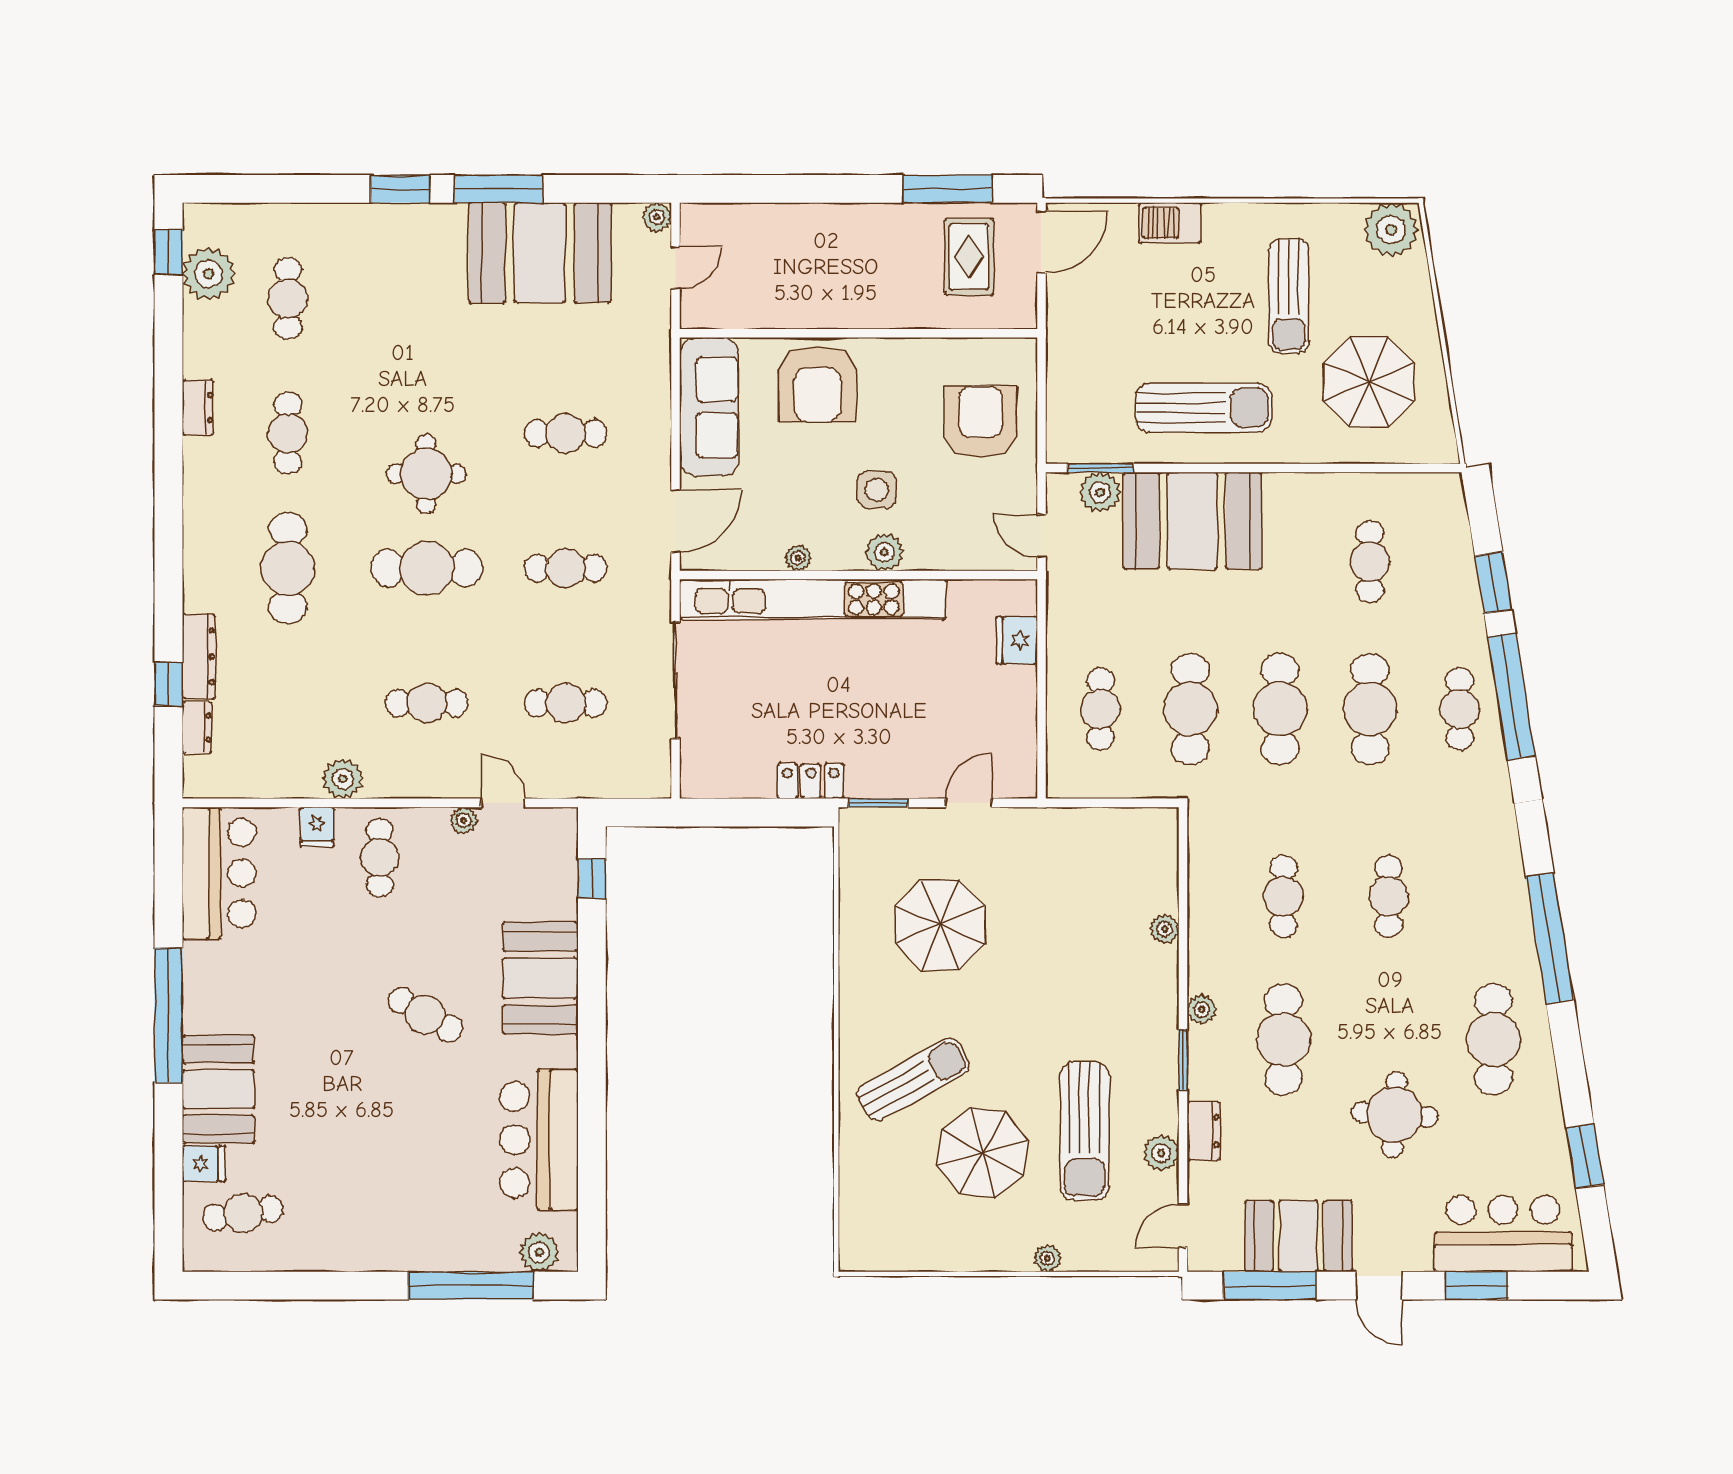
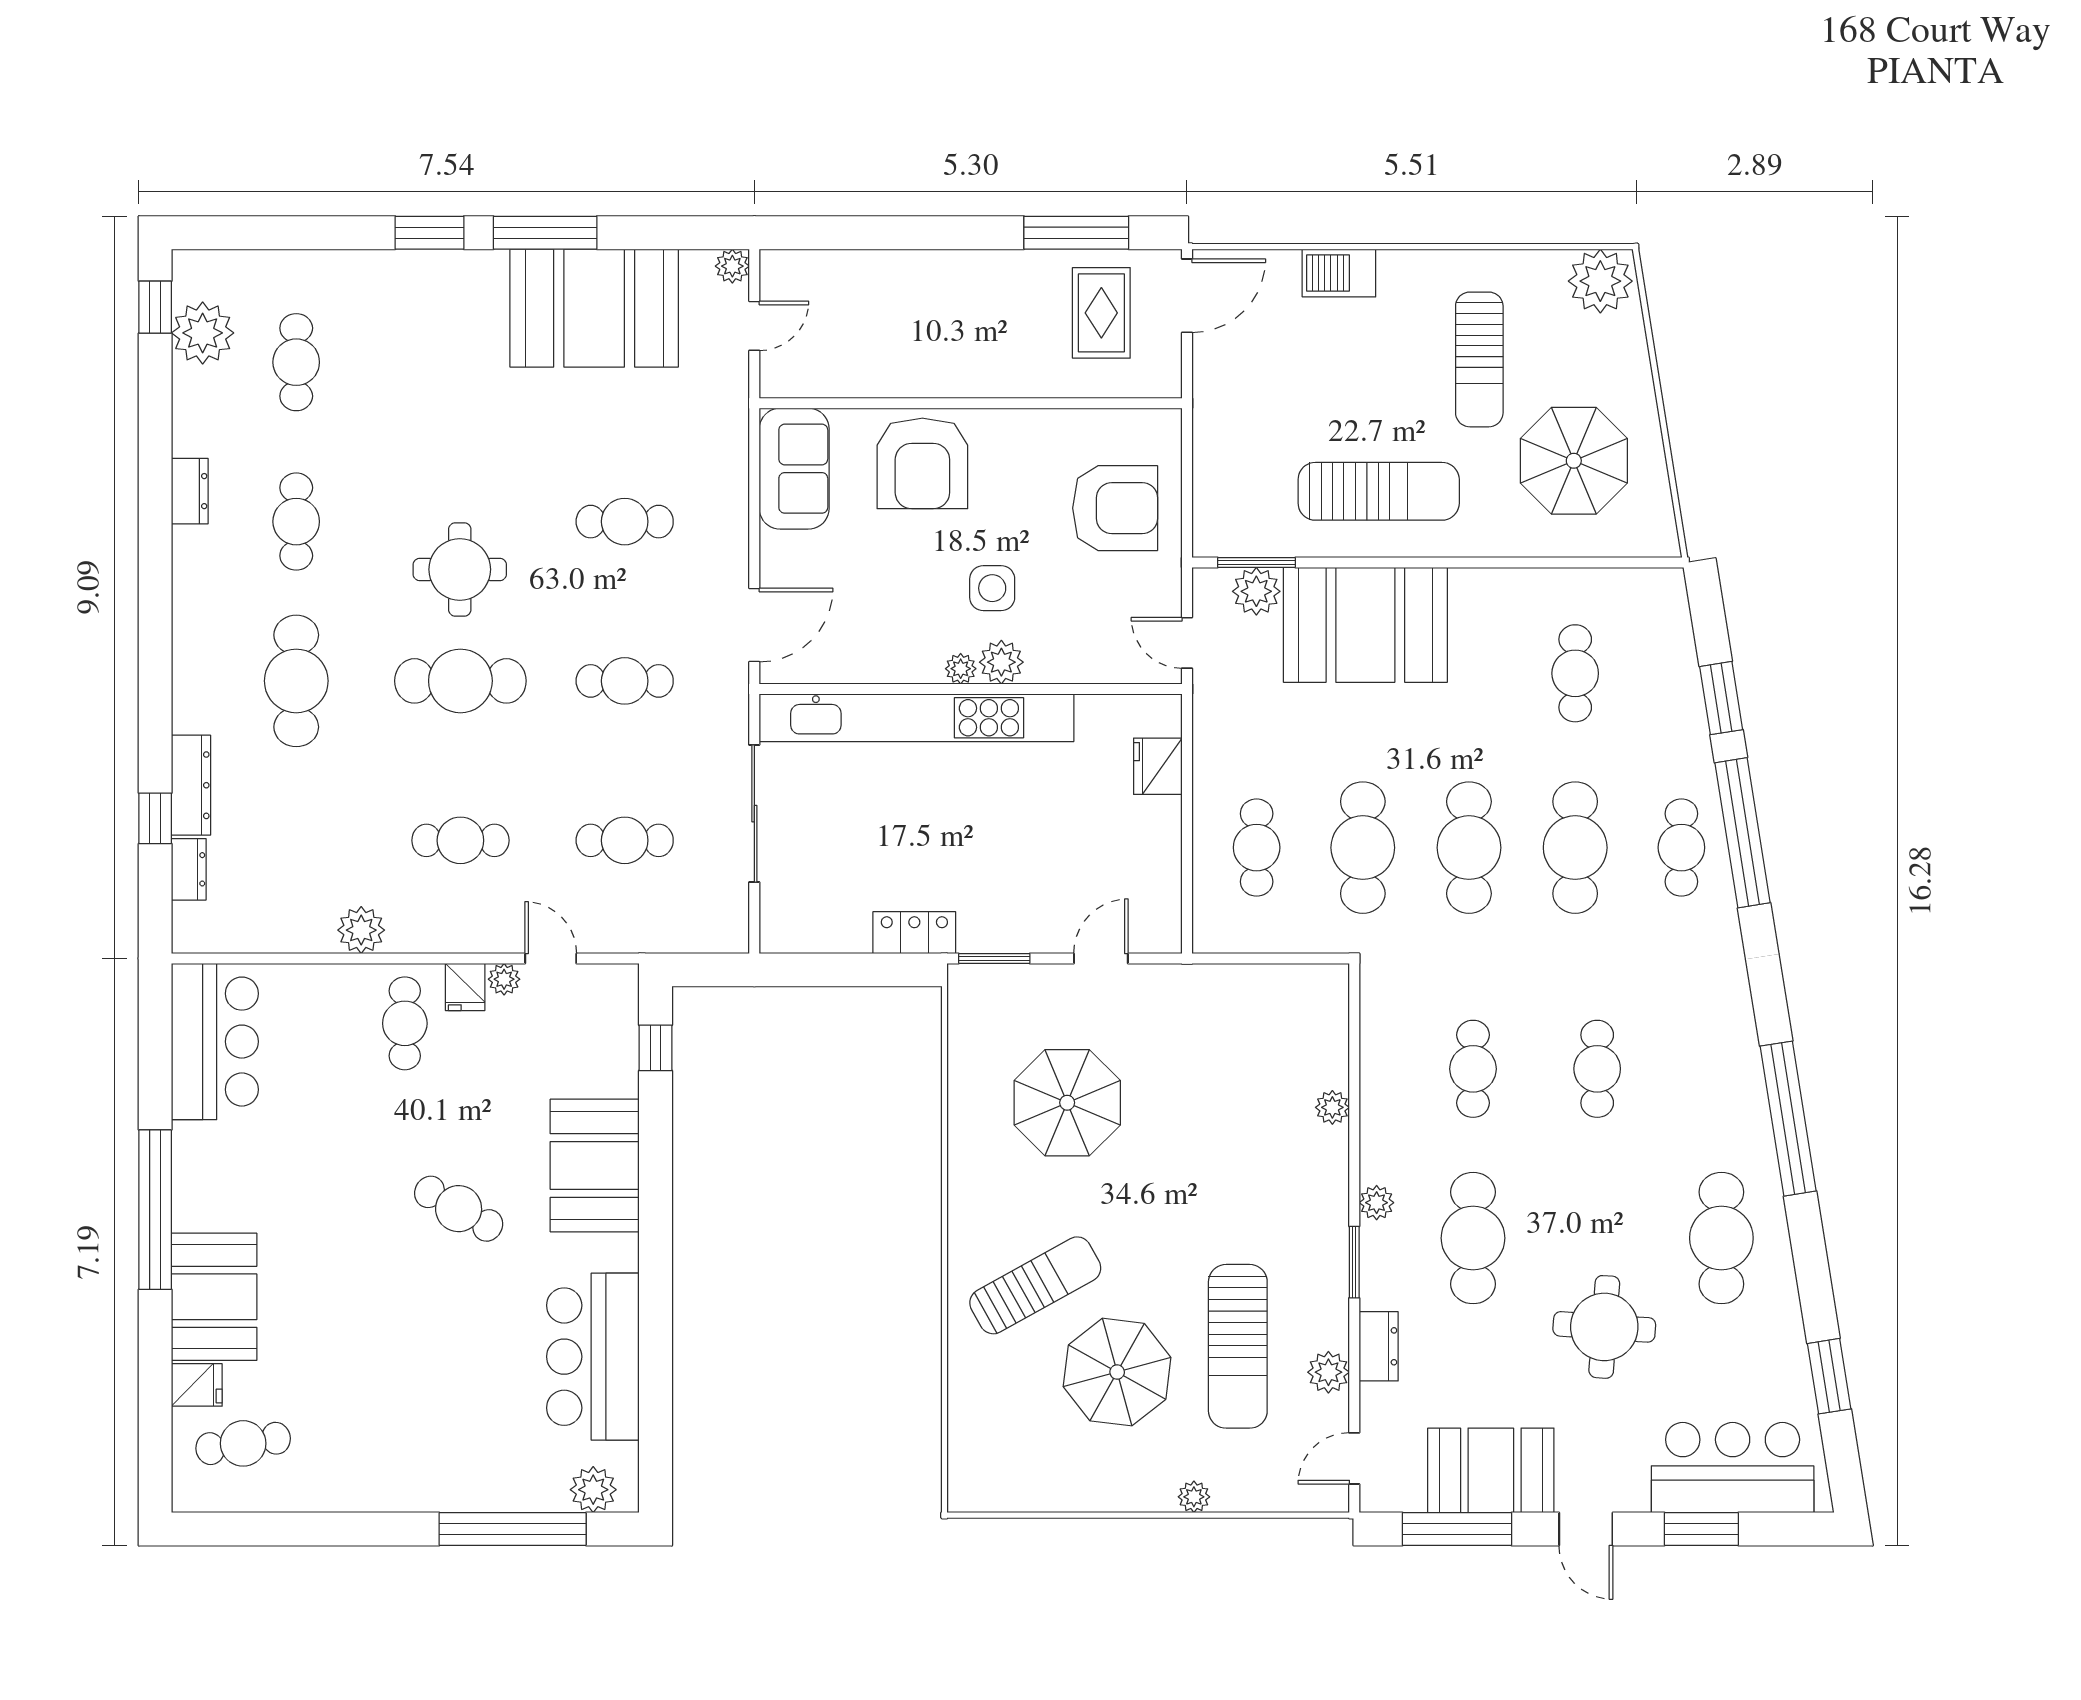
sofa: (709, 407) -> (794, 469), width x0.73
armchair: (981, 422) -> (1115, 508), turned 90
plant: (798, 558) -> (961, 669), moved
fridge: (317, 827) -> (465, 987), moved

